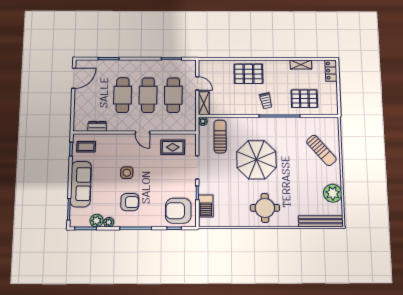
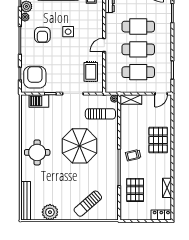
door: (197, 83) -> (161, 94), moved

